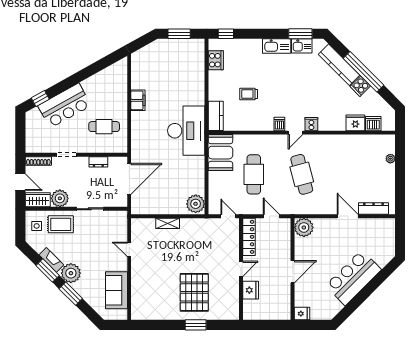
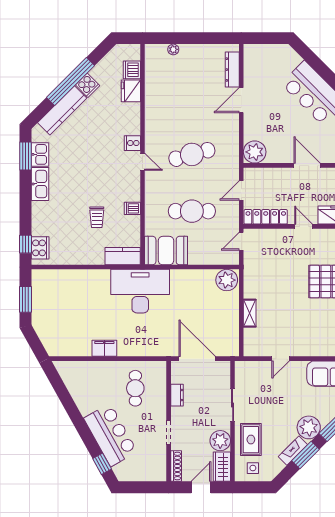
cooker: (216, 60) -> (40, 248), moved, turned 90
dishwasher: (279, 124) -> (132, 208), moved

